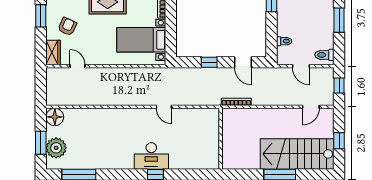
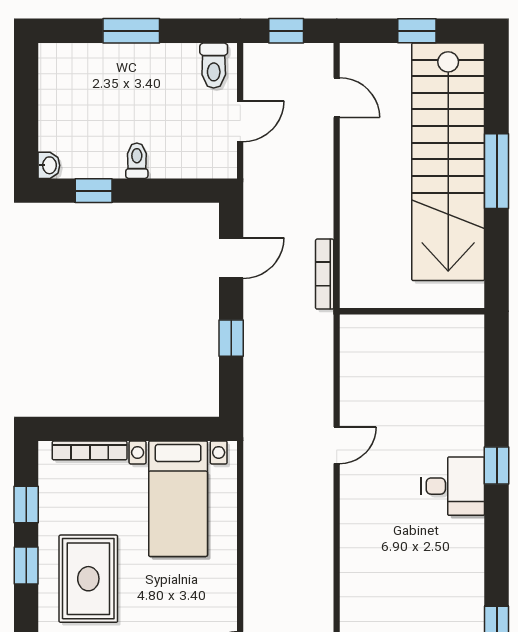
toilet: (284, 41) -> (137, 161), moved
stairs: (297, 154) -> (448, 162), width x1.36
desk: (151, 156) -> (453, 486), width x0.73

